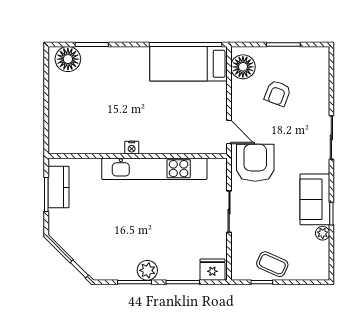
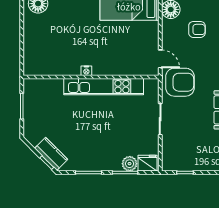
armchair: (278, 93) -> (197, 29), turned -111
armchair: (255, 163) -> (180, 82), turned 90
kitchen counter: (58, 187) -> (51, 154), moved, turned -45
coffee table: (272, 264) -> (193, 159), removed
plant: (147, 270) -> (130, 164), moved

